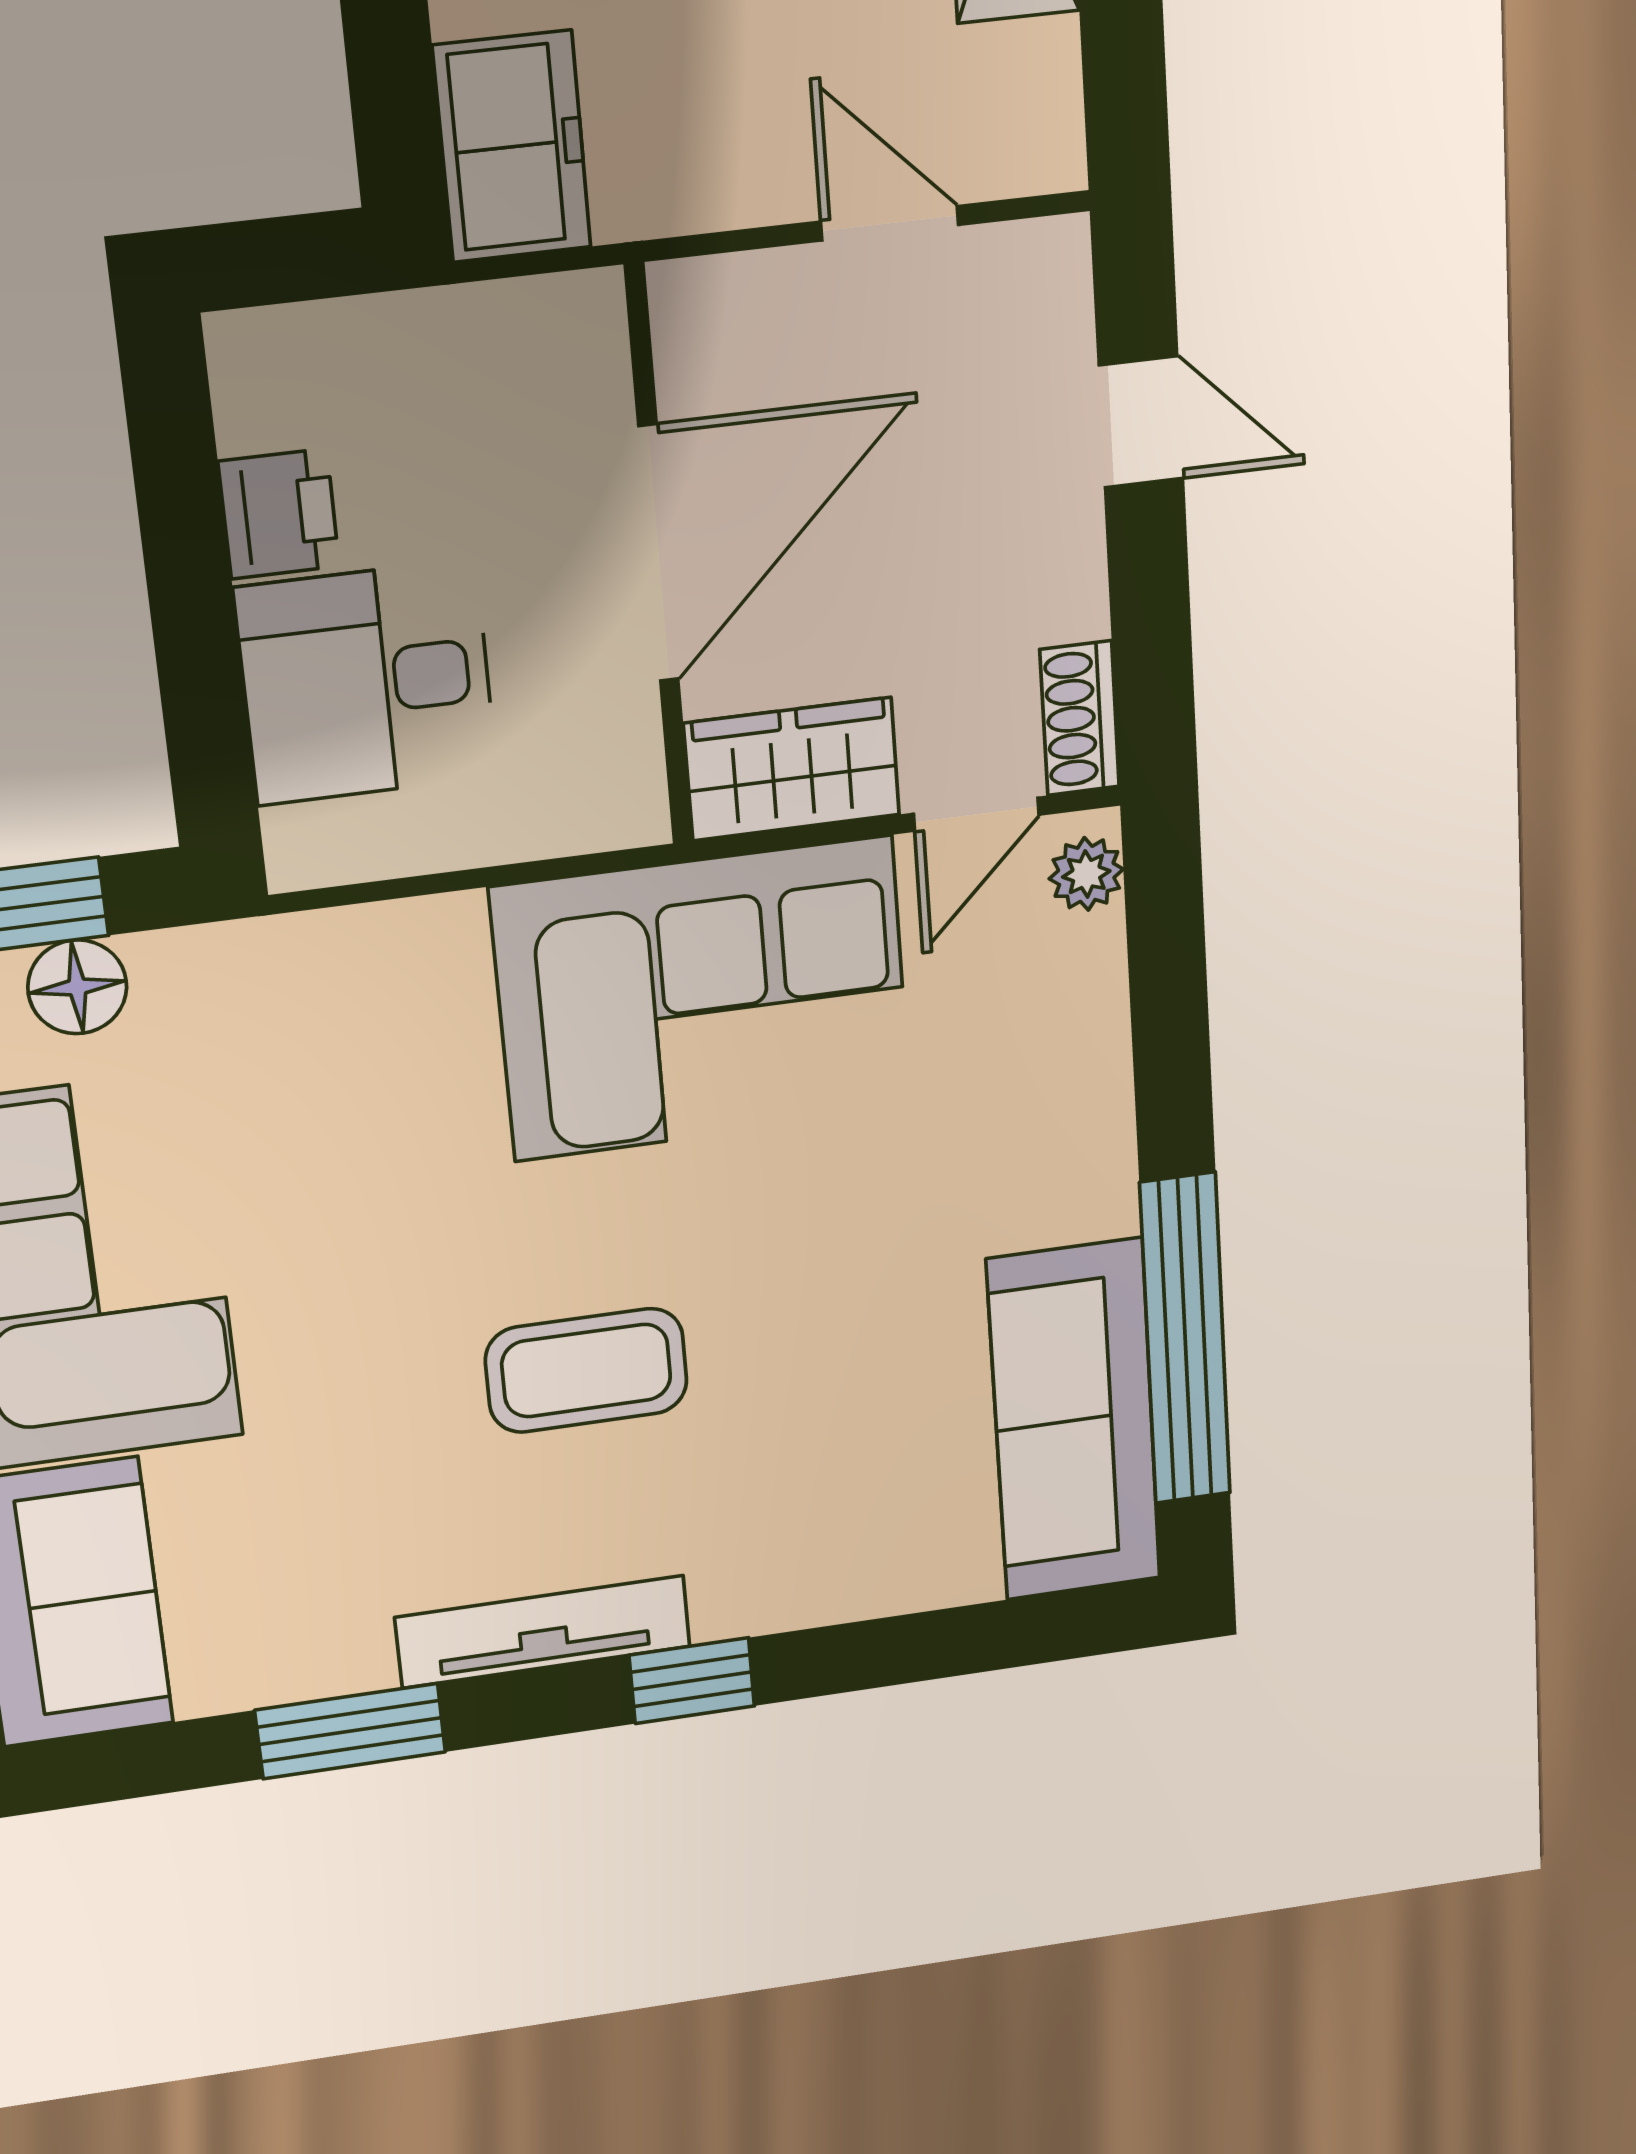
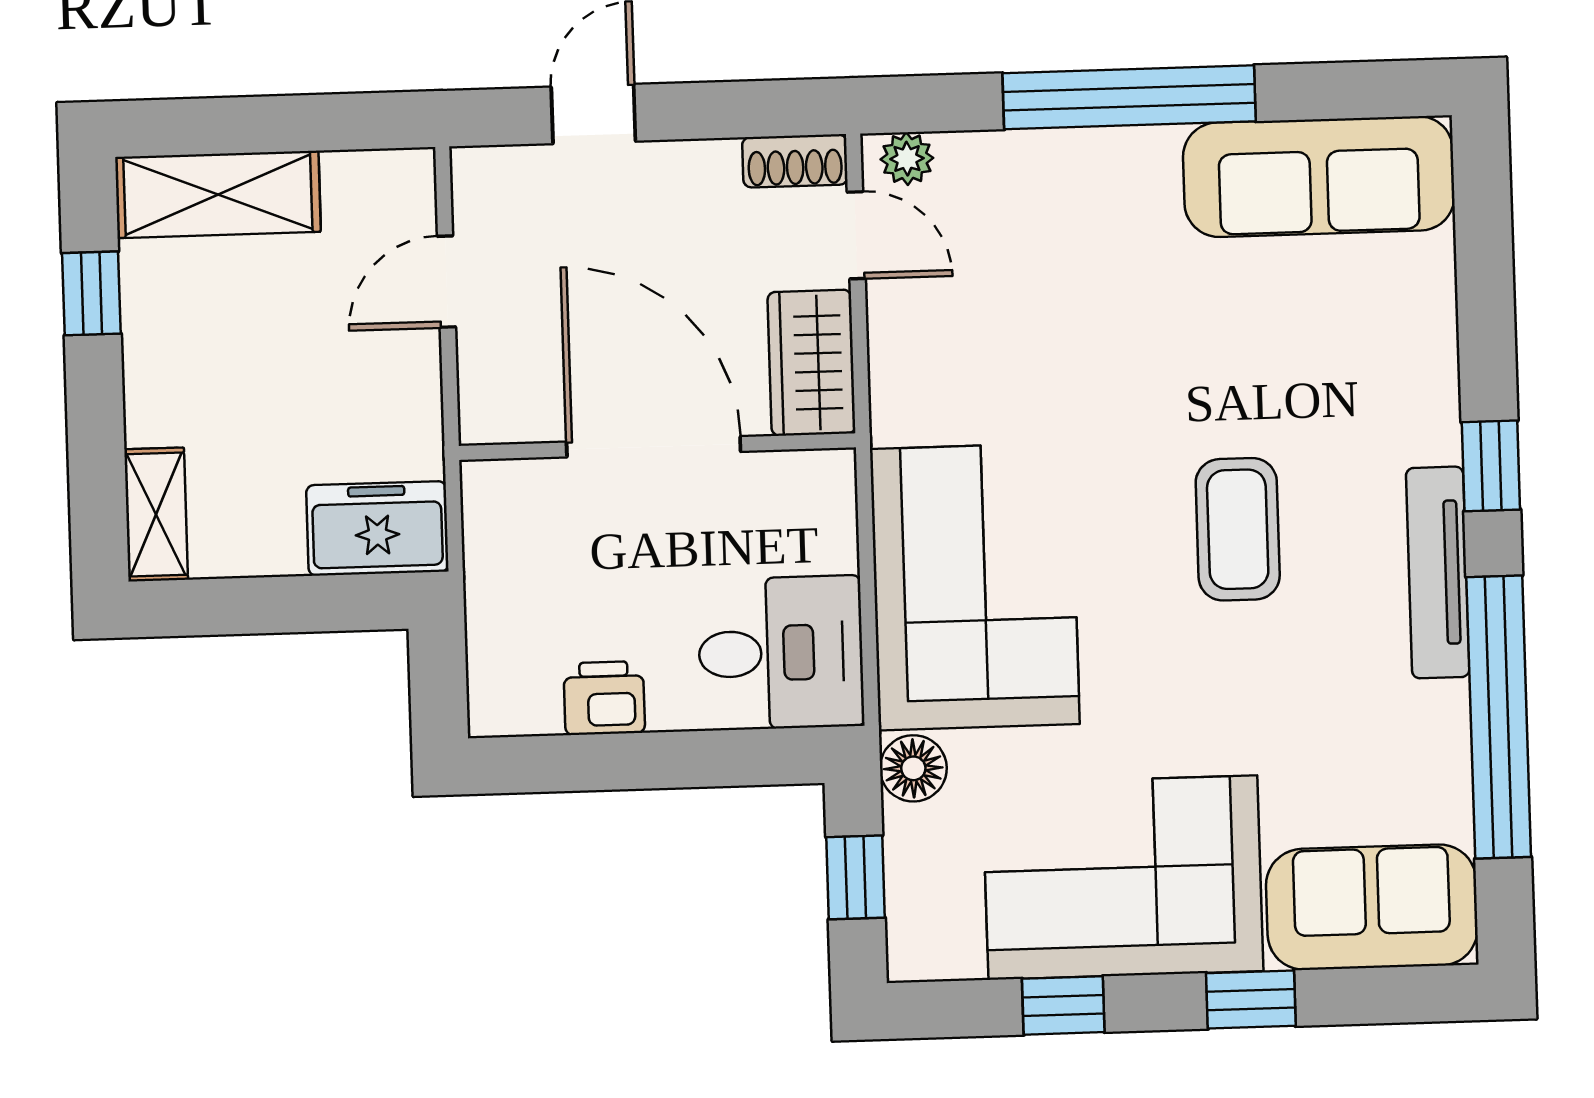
desk: (366, 683) -> (781, 653), moved, turned -90
floor lamp: (77, 987) -> (913, 768), moved
corner sofa: (702, 999) -> (975, 587), moved
window: (1185, 1339) -> (1129, 97), moved
window: (350, 1731) -> (1499, 717), width x2.11

